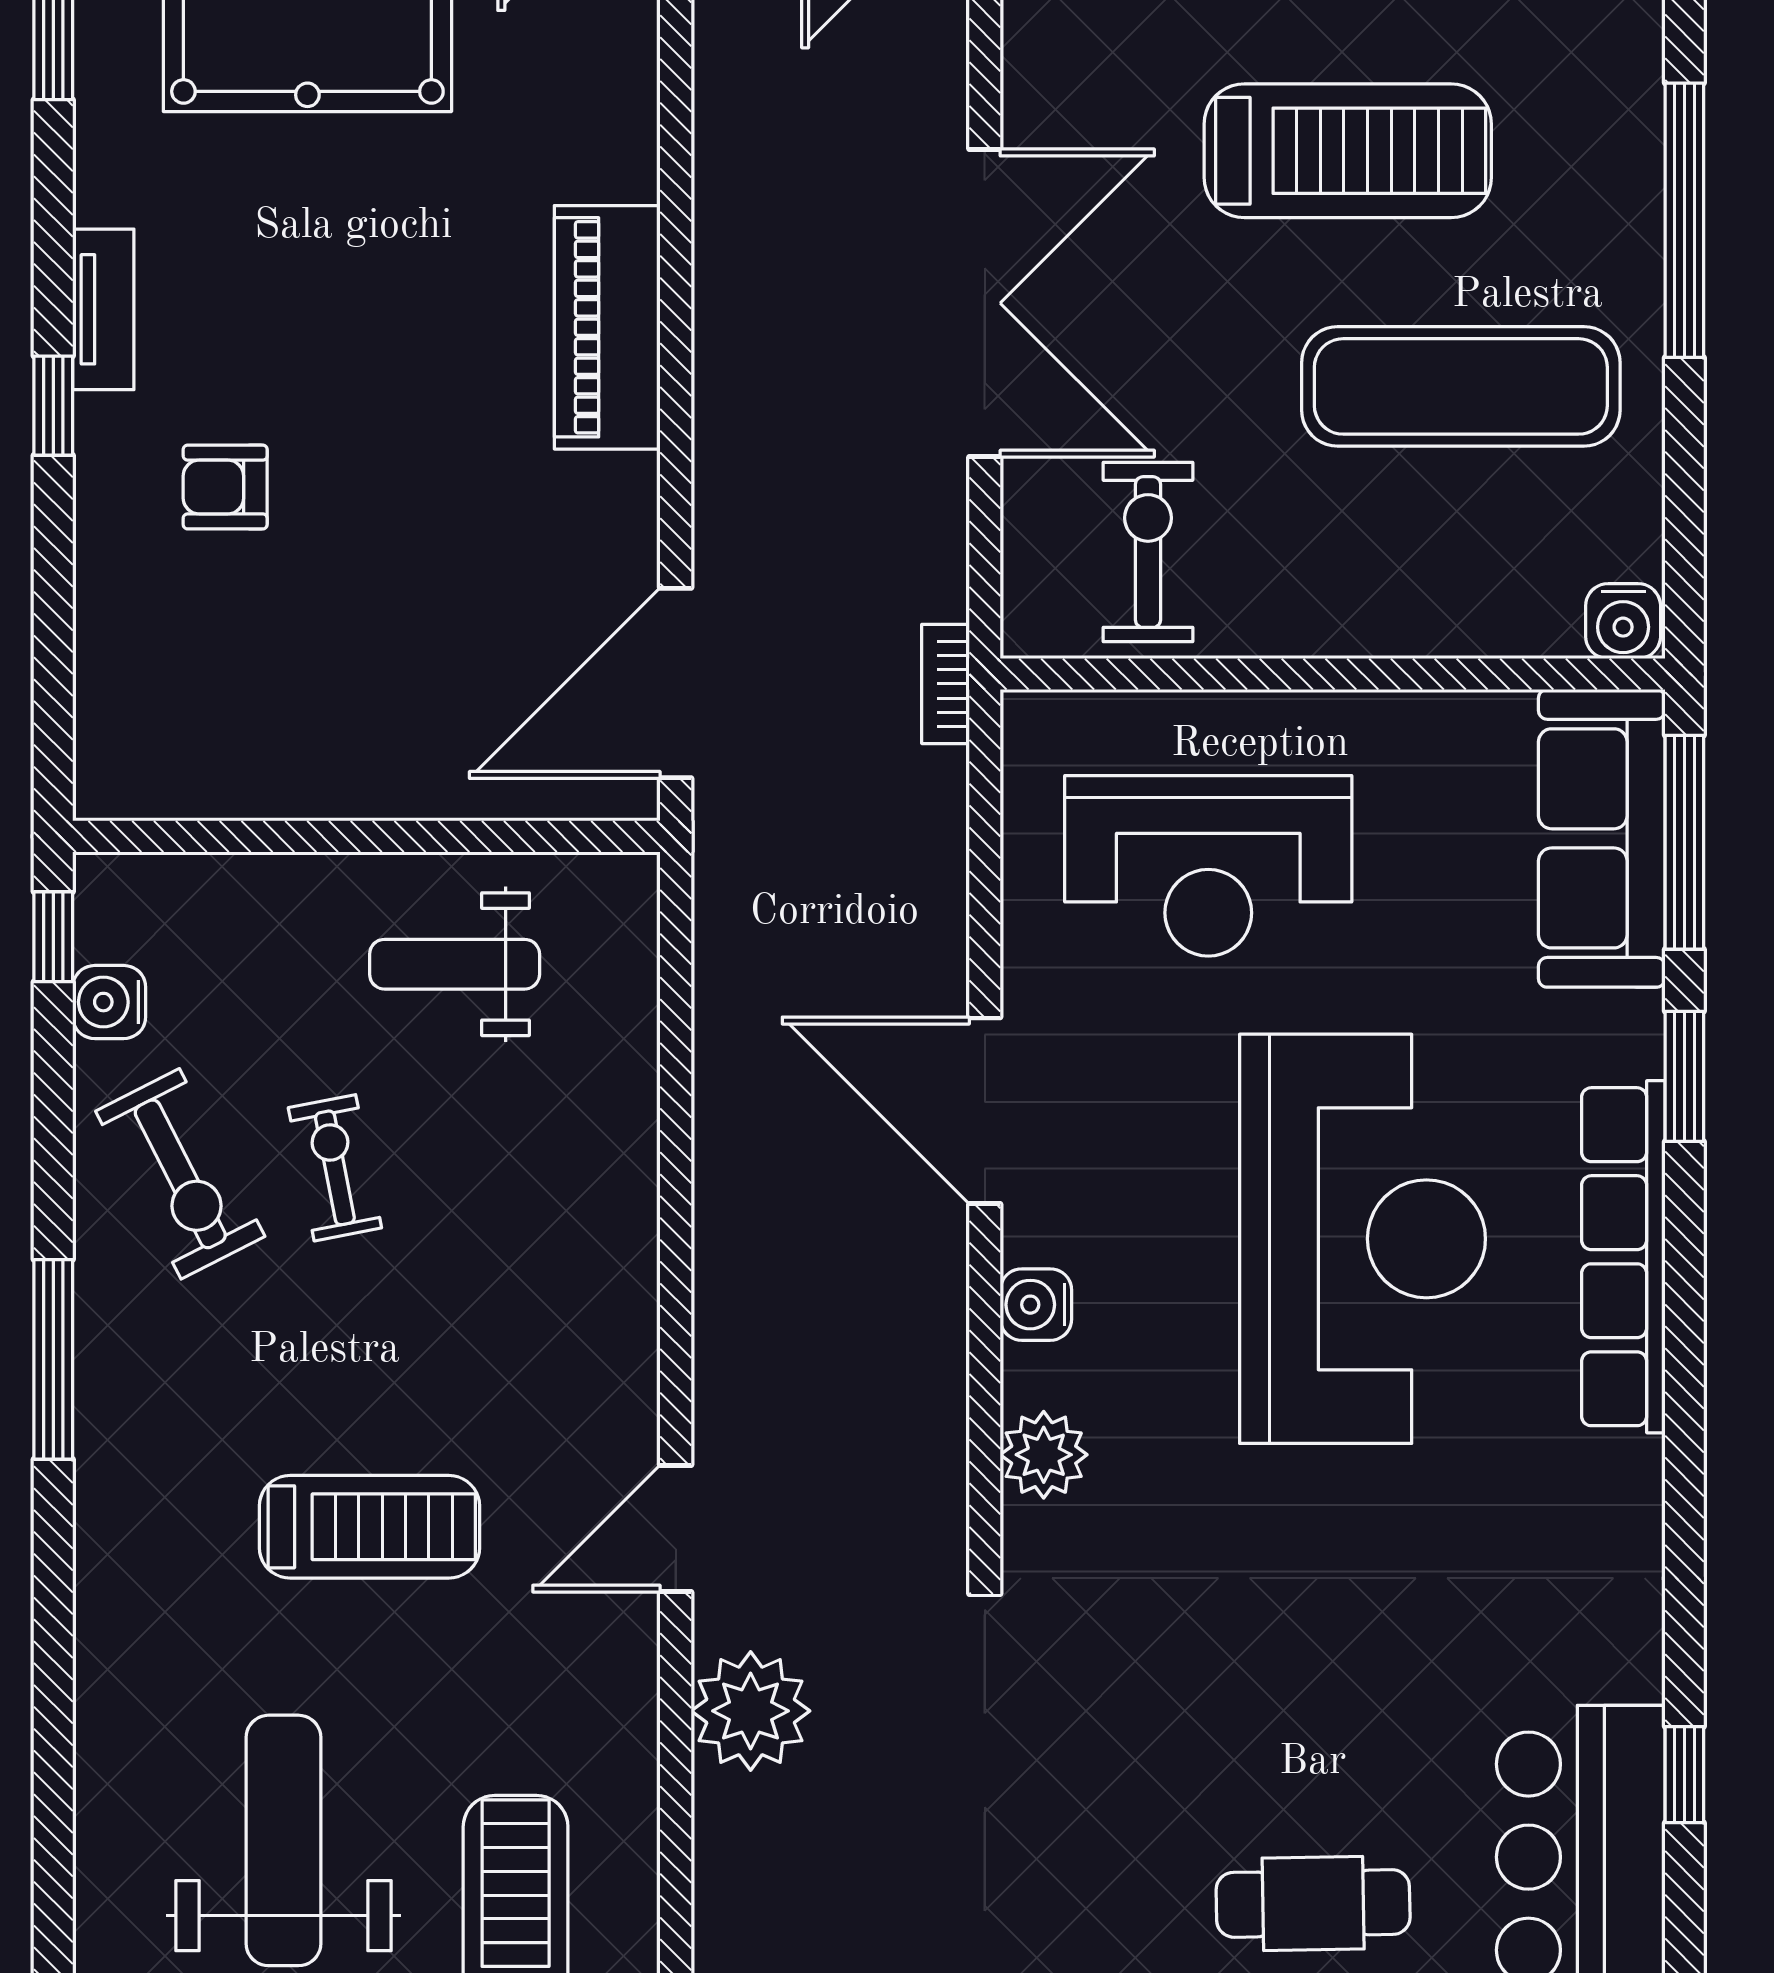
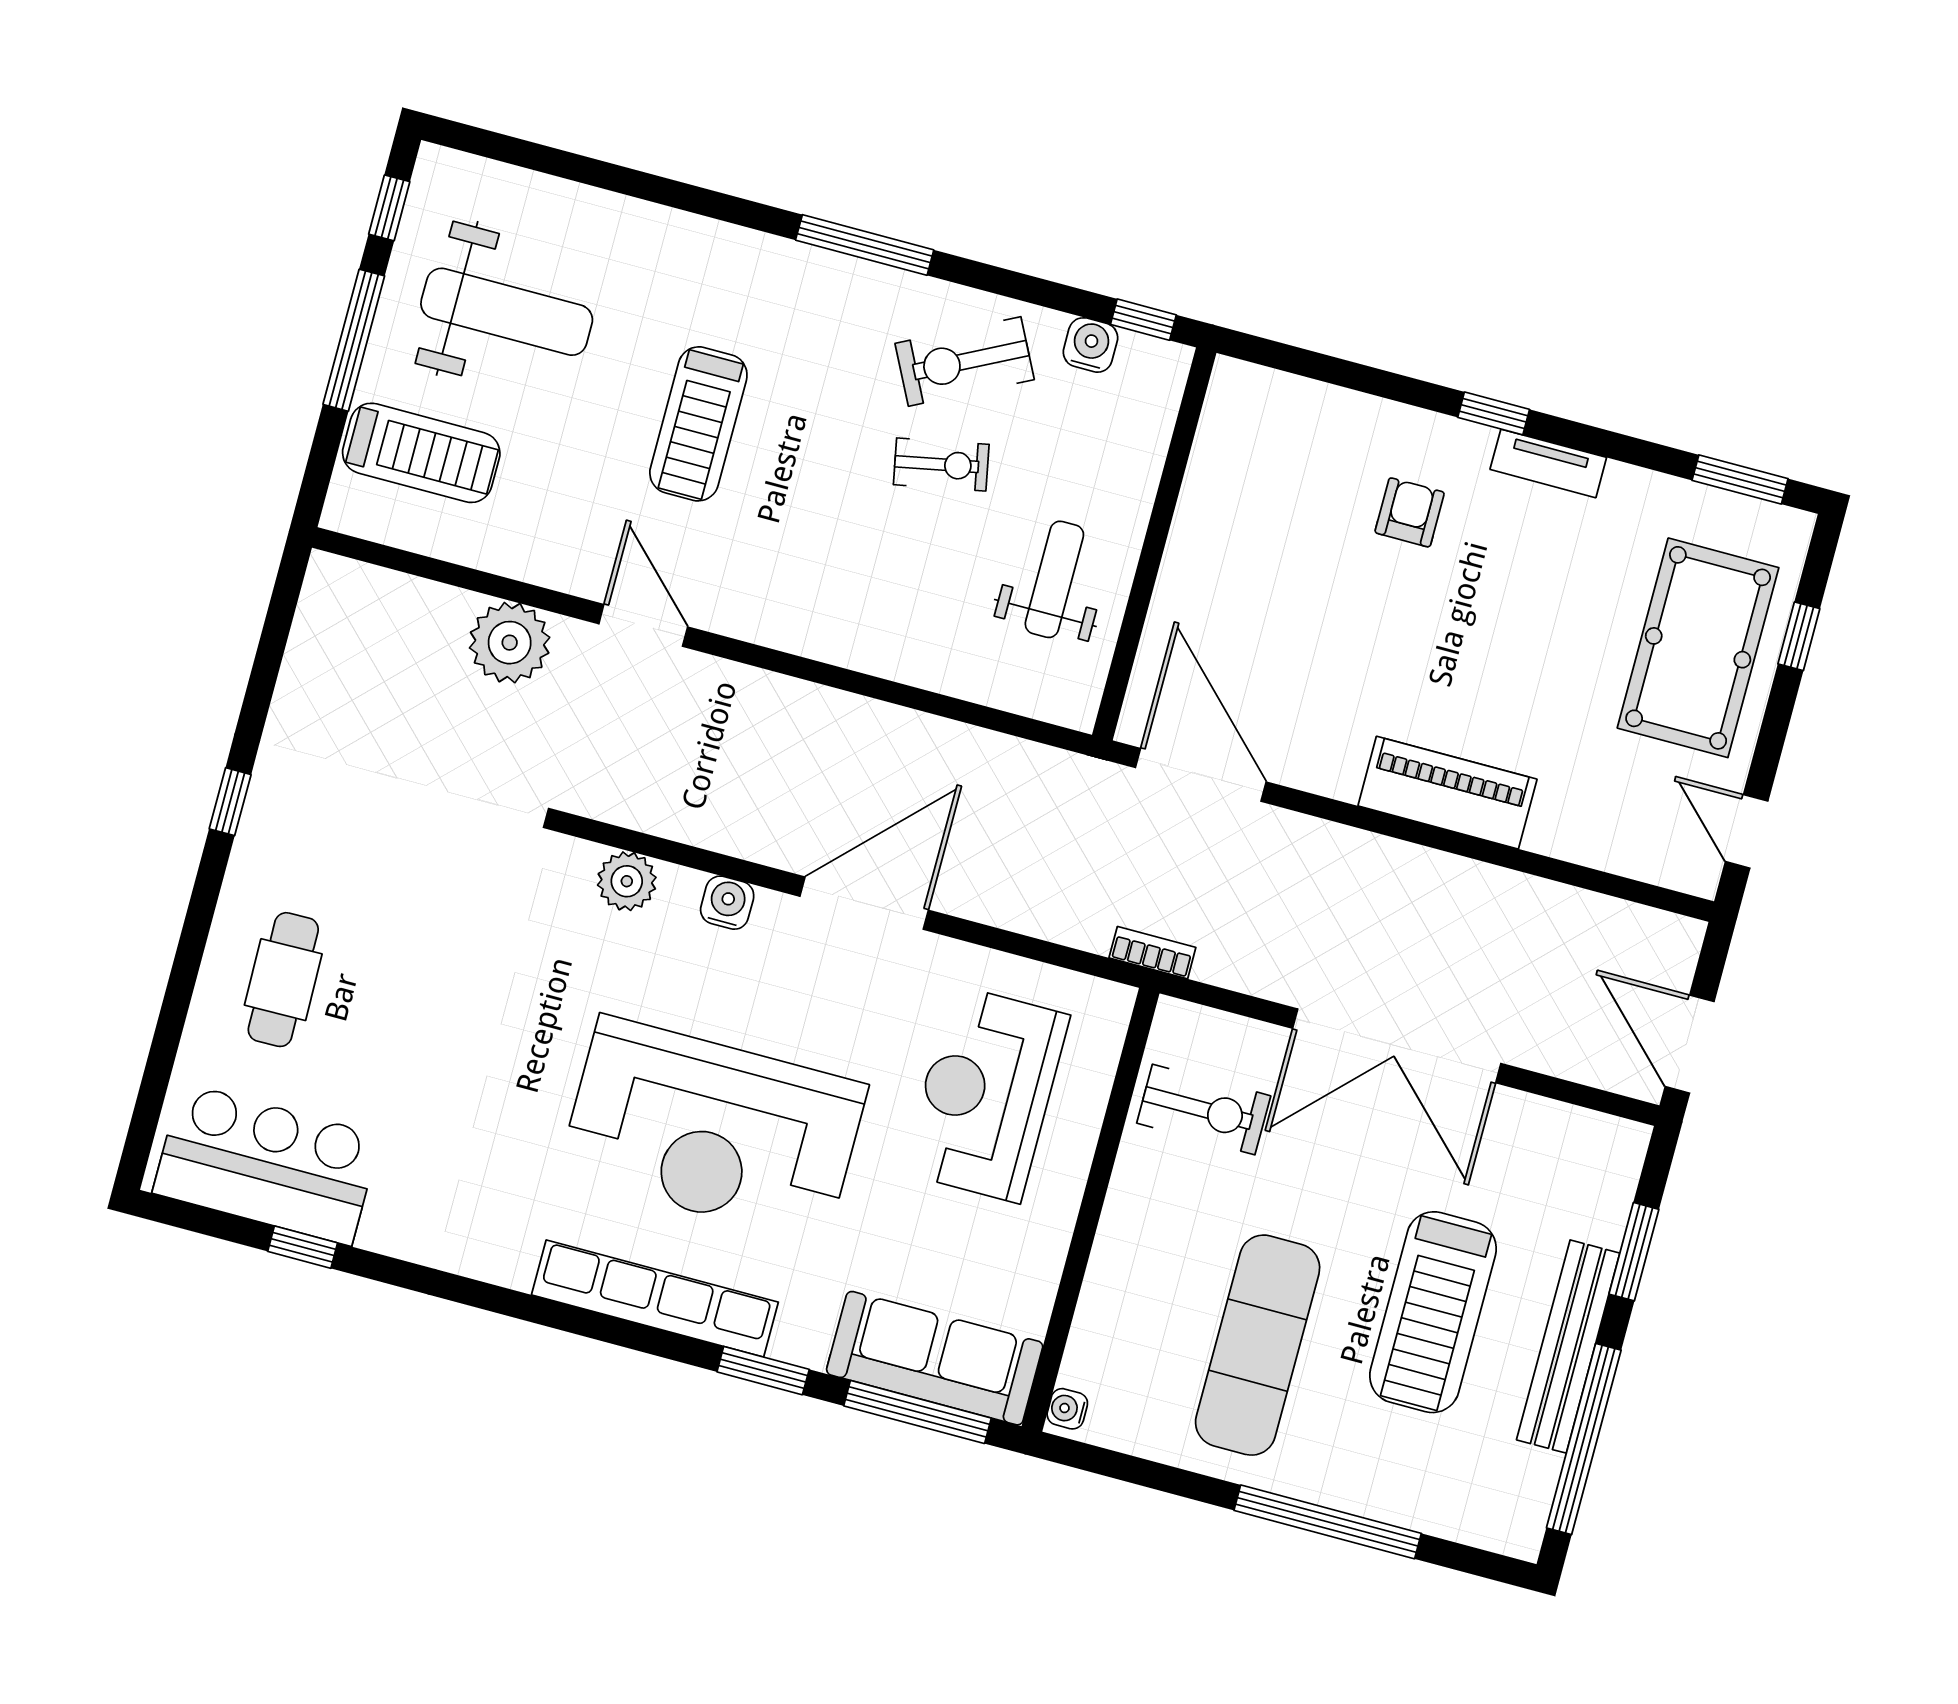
water cooler: (1623, 621) -> (1067, 1409), width x0.72, depth x0.72

